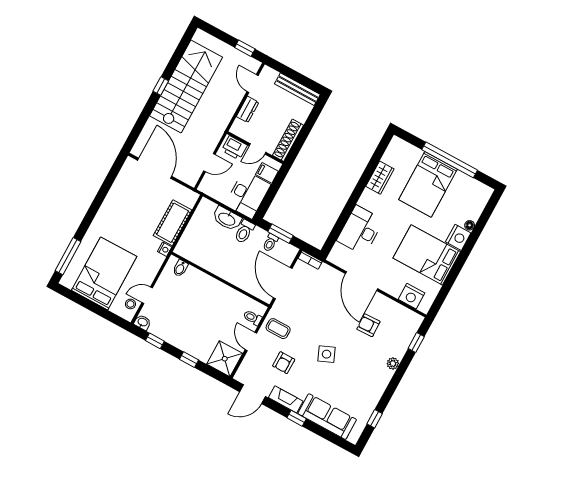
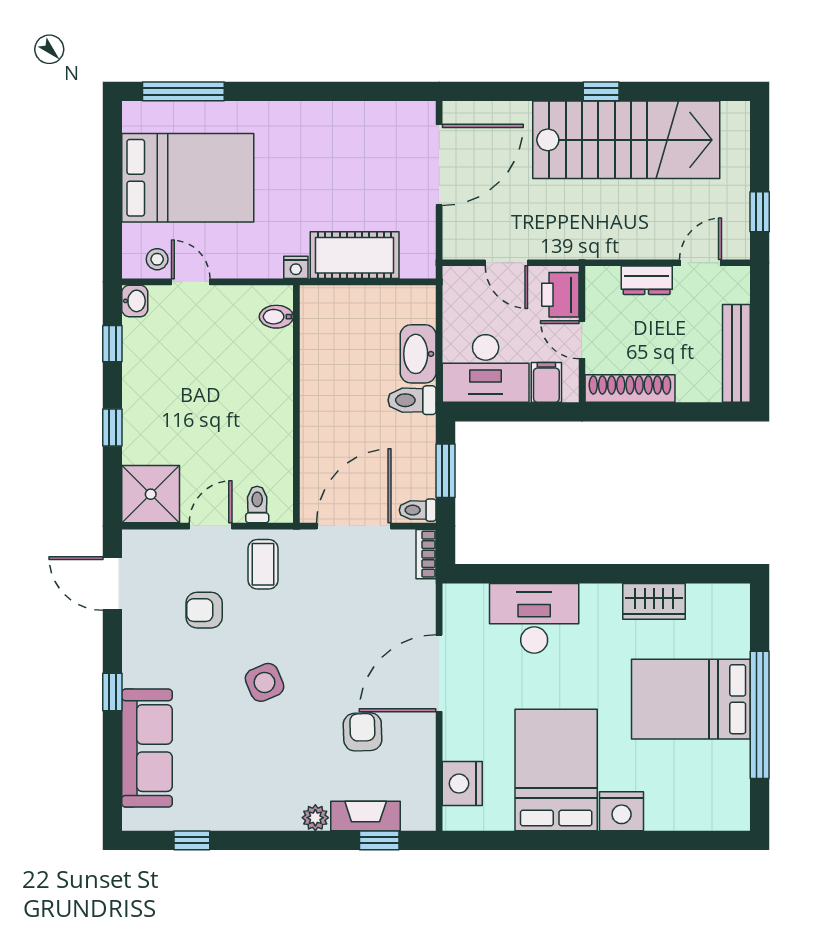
floor lamp: (470, 225) -> (656, 820), removed
toilet: (270, 243) -> (418, 510), moved
fireplace: (286, 399) -> (366, 816), moved, turned -90

